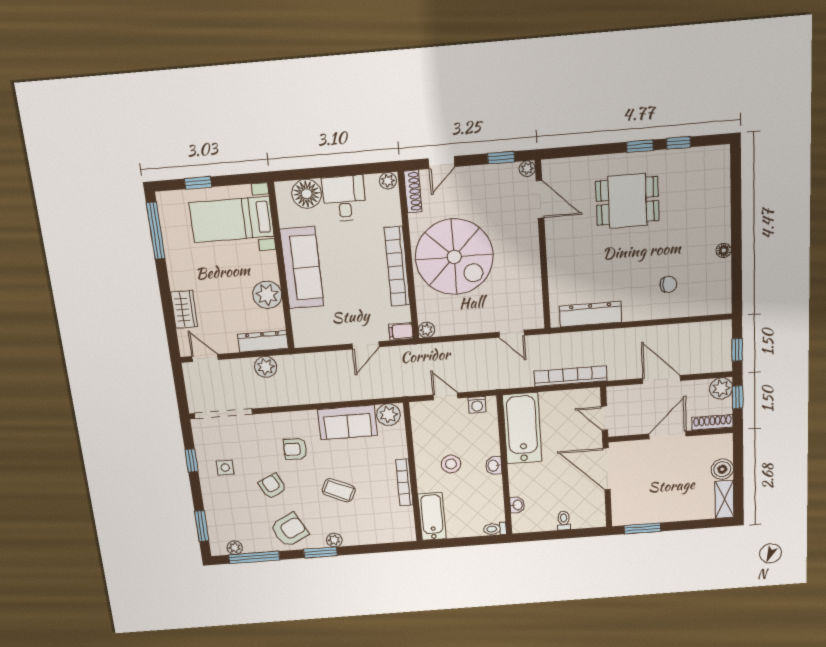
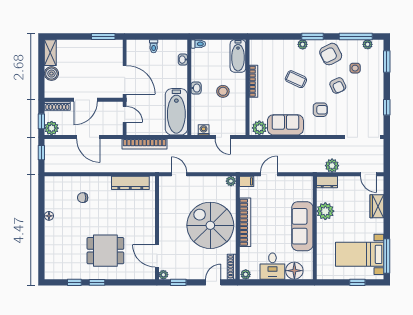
bed with nightstands: (232, 219) -> (360, 254), moved, turned 180
dresser: (263, 341) -> (327, 182), width x0.70
side table: (225, 468) -> (355, 68), moved

